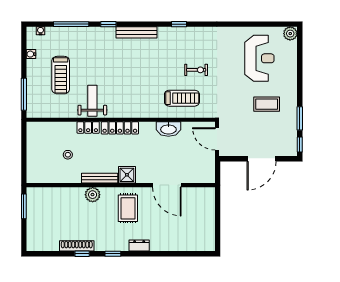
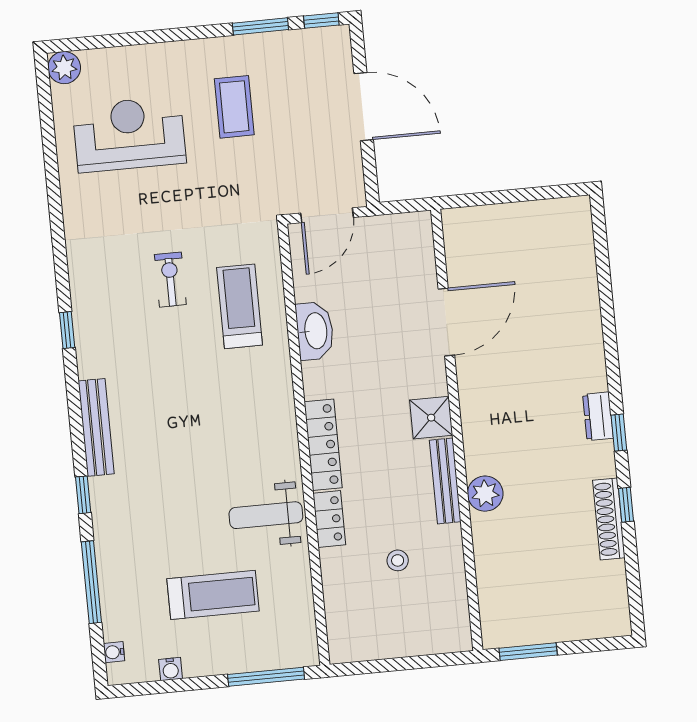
rug: (128, 208) -> (509, 408), removed
dresser: (139, 246) -> (598, 416), moved

